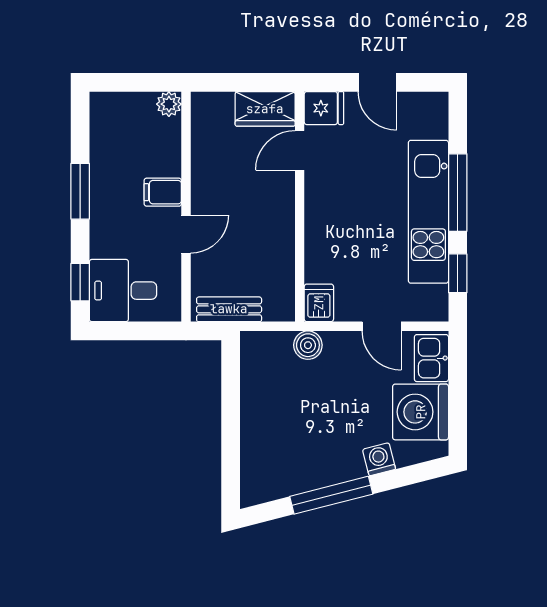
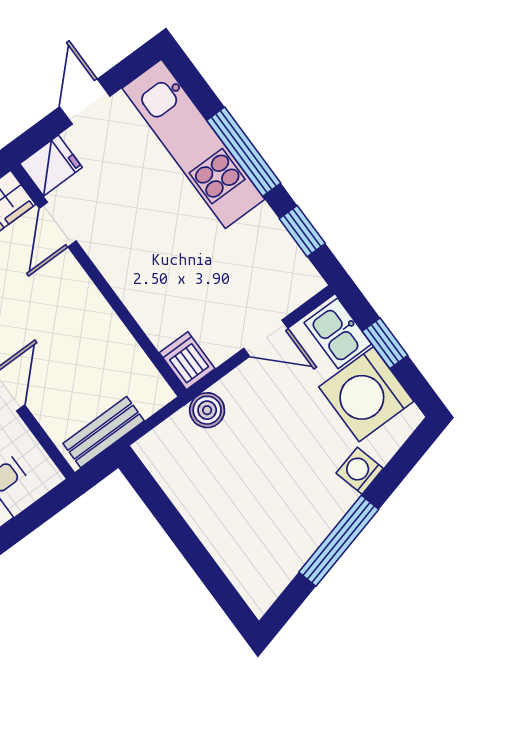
door: (377, 82) -> (85, 102), swing flipped
kitchen unit: (428, 212) -> (193, 144), moved
window: (458, 388) -> (385, 343), added

